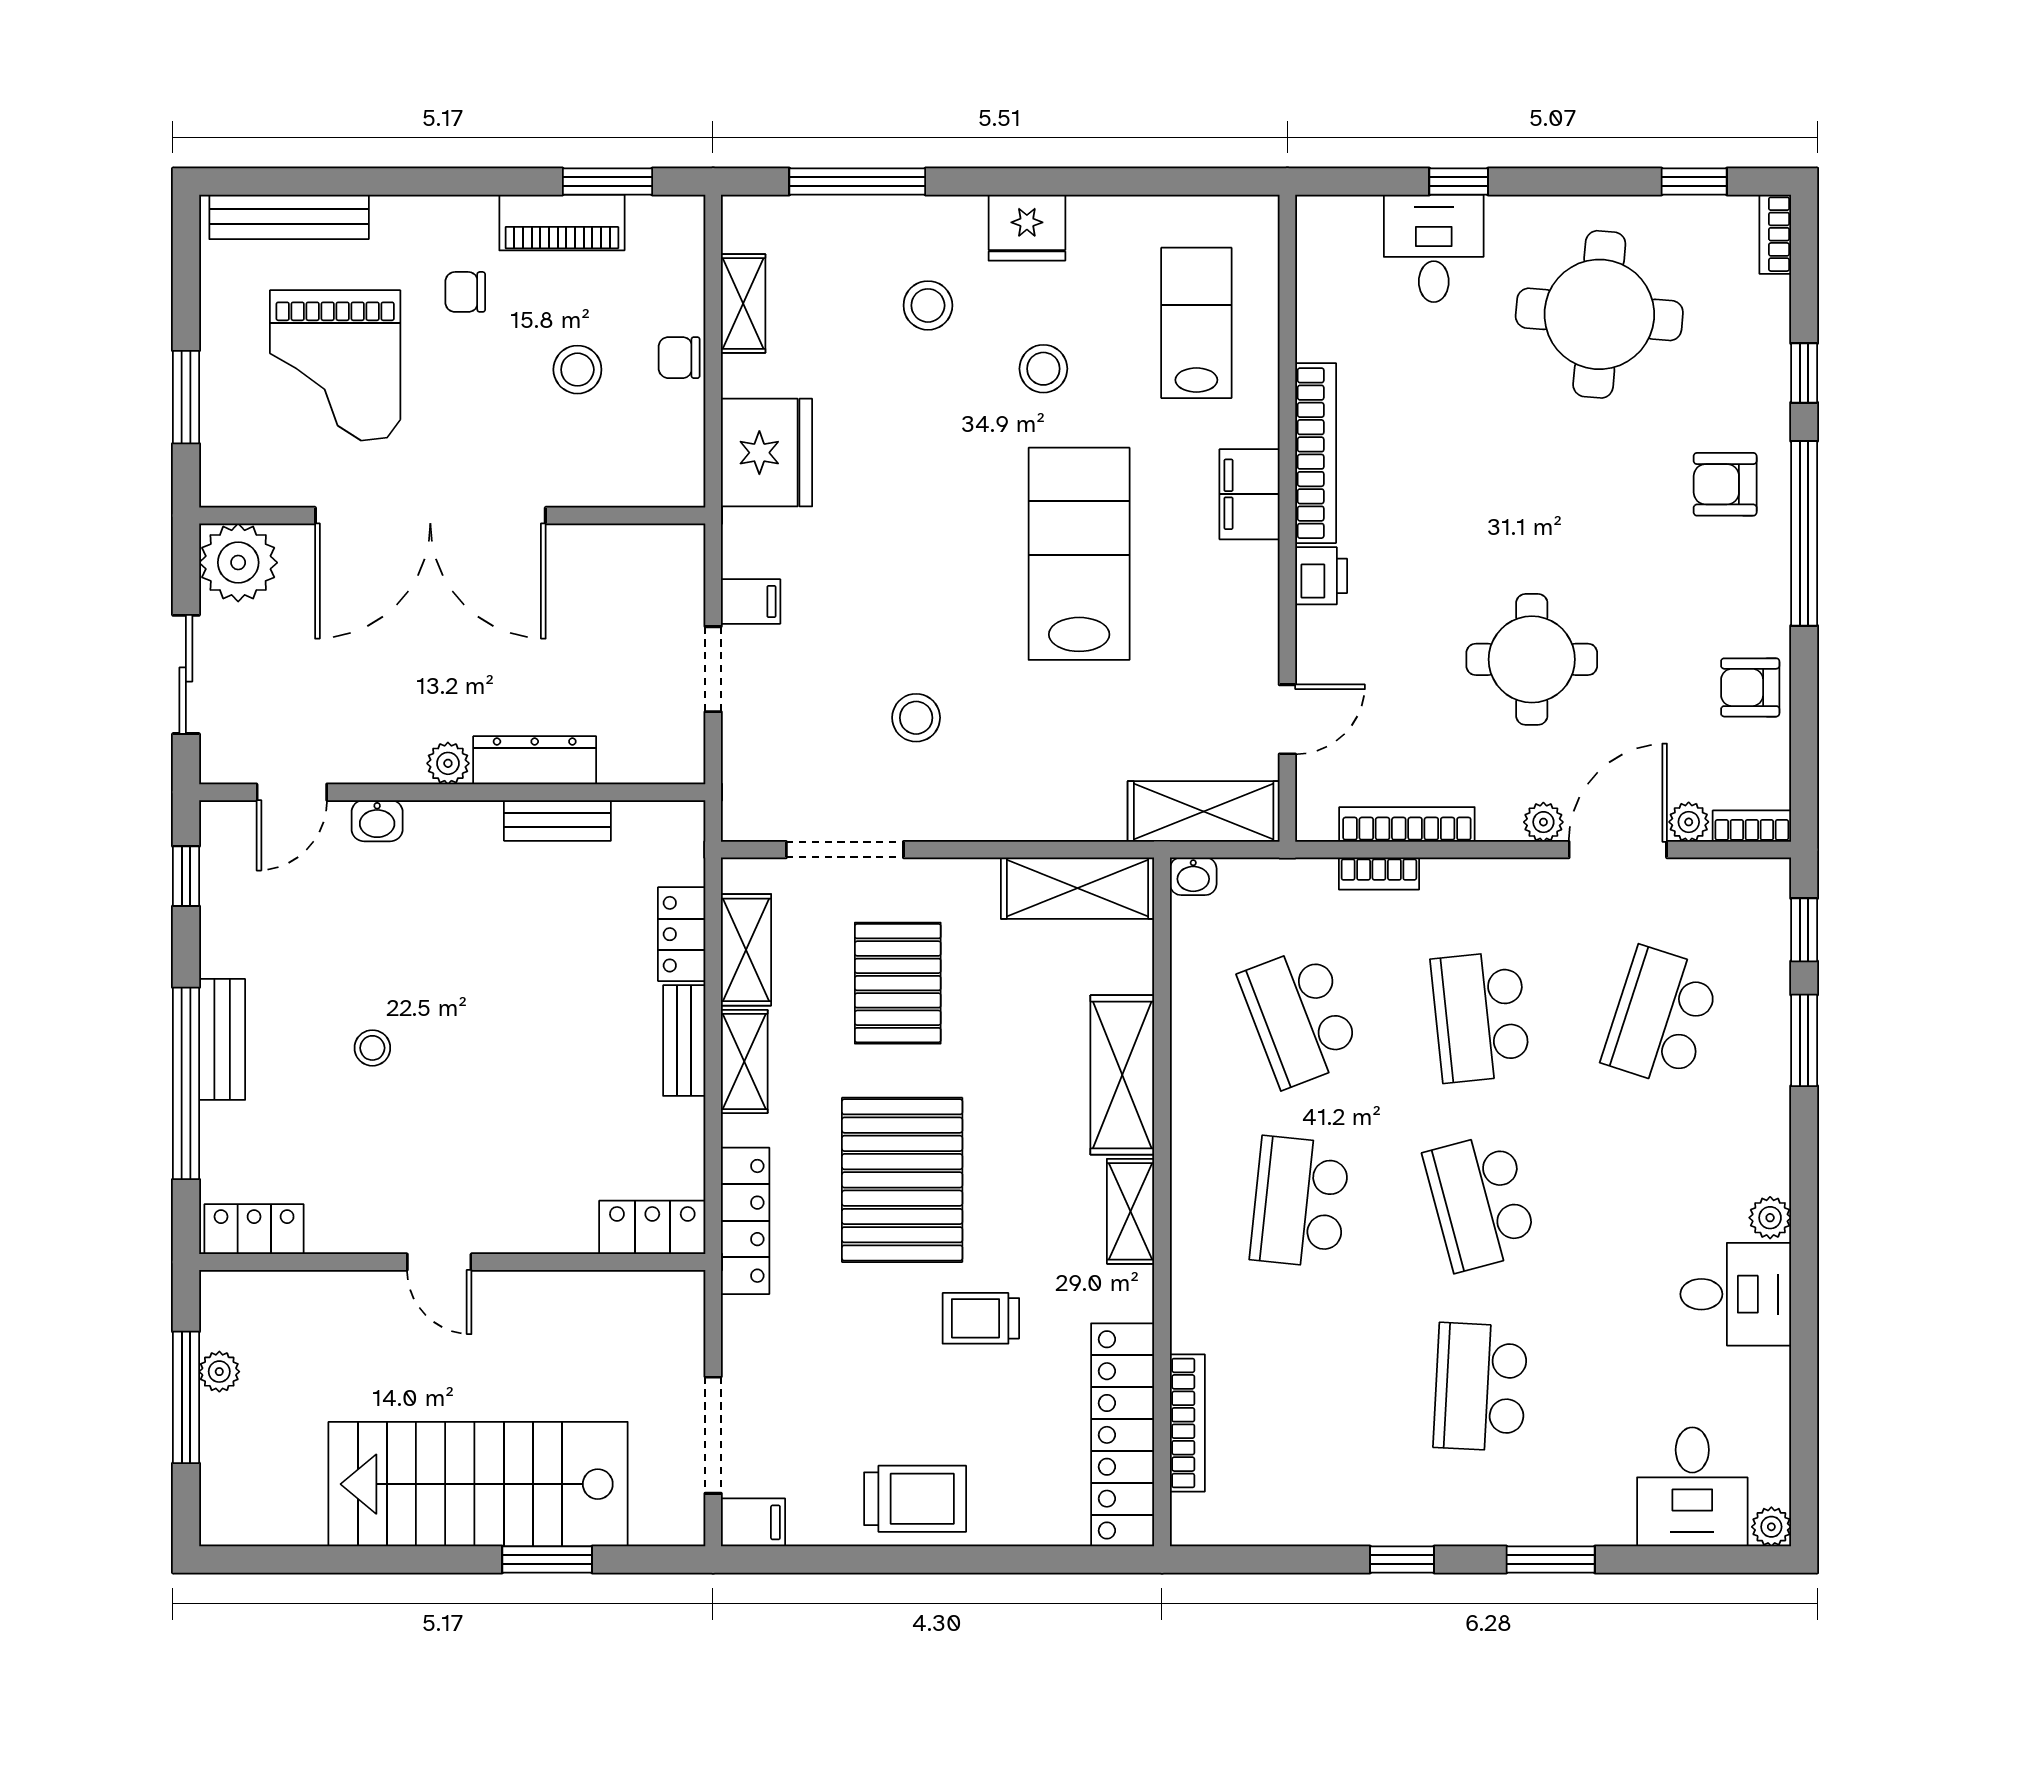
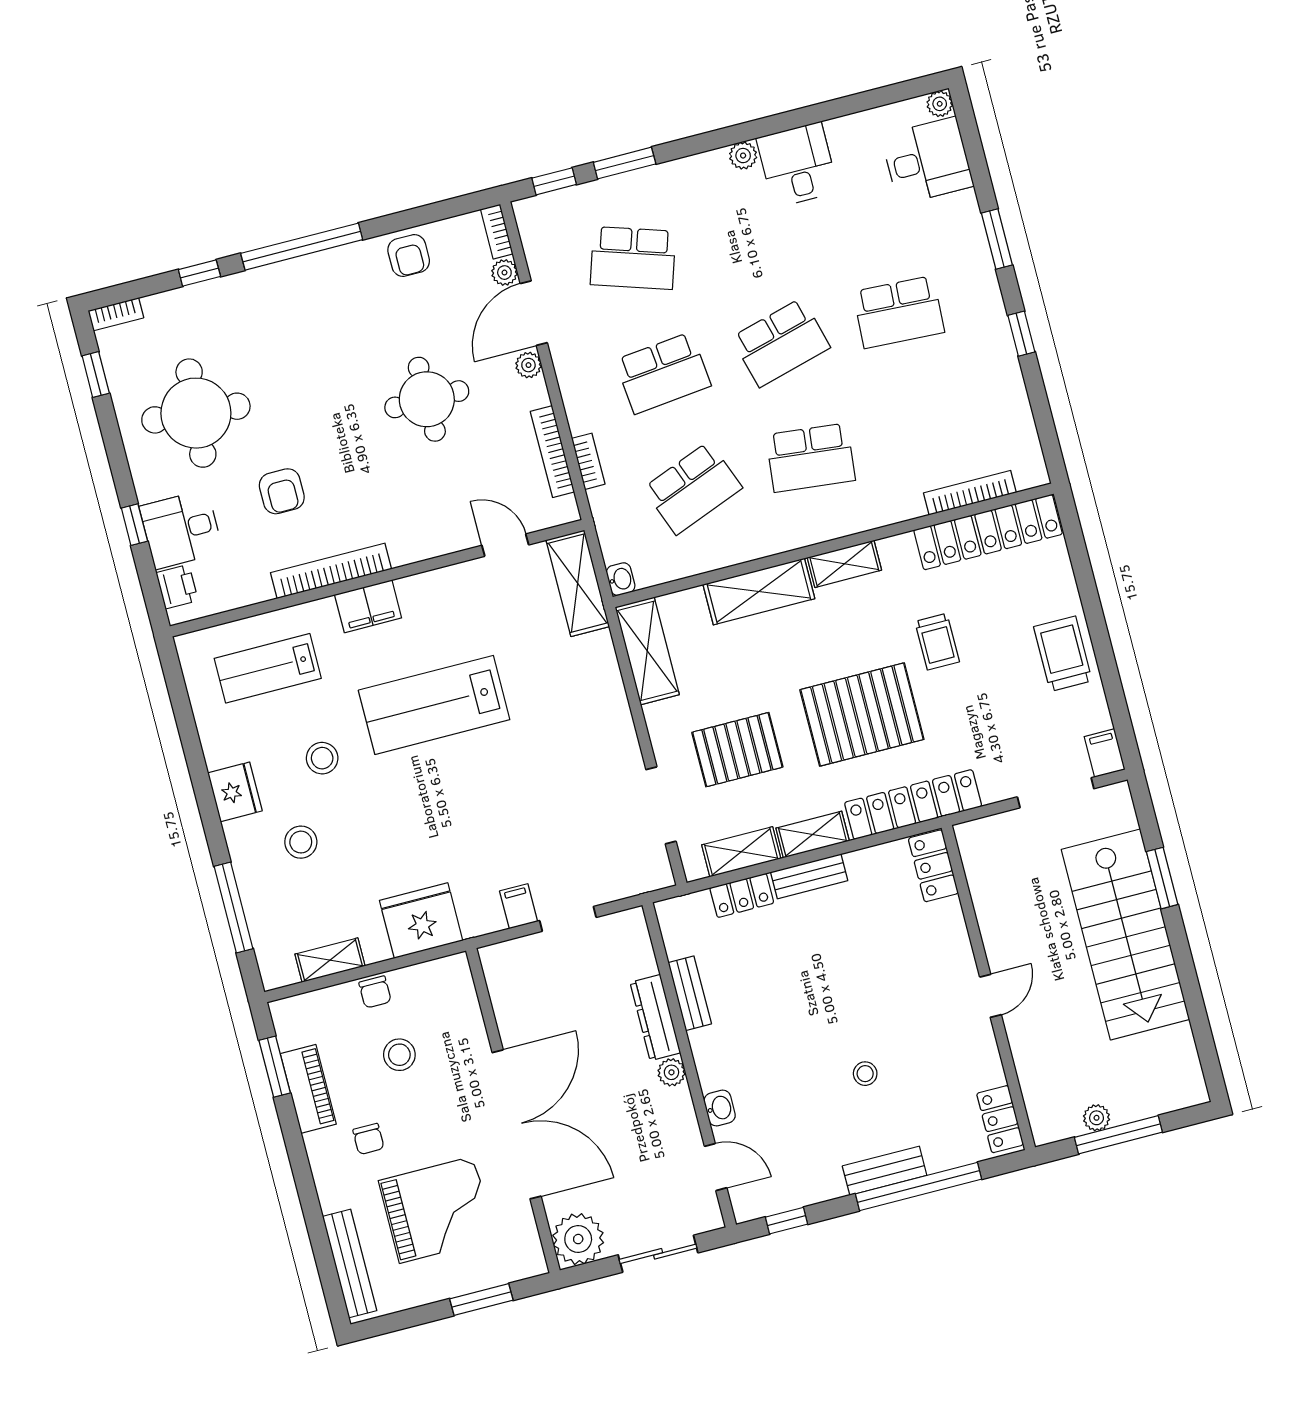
armchair: (1725, 484) -> (282, 491), moved
printer: (1321, 576) -> (177, 587), moved, turned 90
stool: (916, 718) -> (565, 782), removed
door: (1618, 850) -> (534, 313), hinge flipped
locker: (745, 1221) -> (913, 804), width x1.41, depth x1.21

